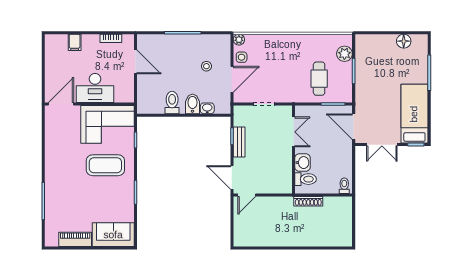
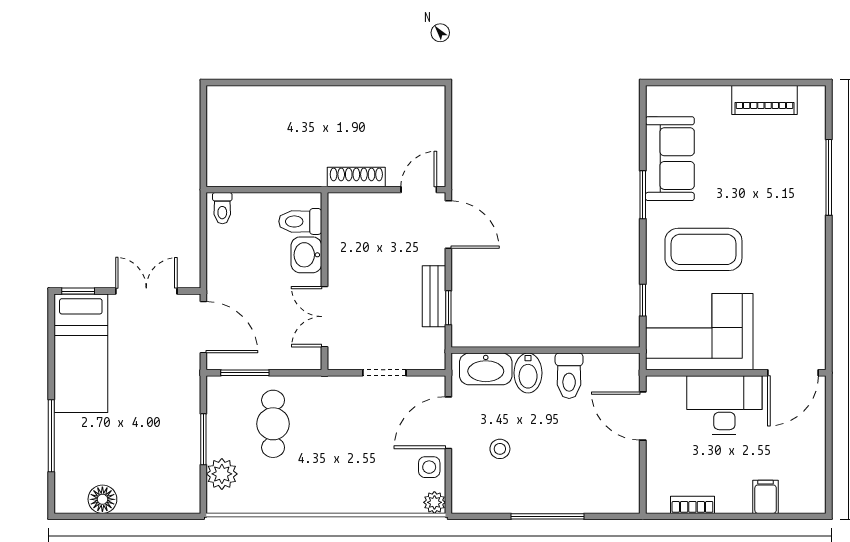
door: (135, 62) -> (643, 416), moved
washbasin: (207, 108) -> (486, 369), width x1.91, depth x1.45
shoe rack: (308, 201) -> (356, 177), moved
sofa: (113, 235) -> (670, 159), moved, turned -90

